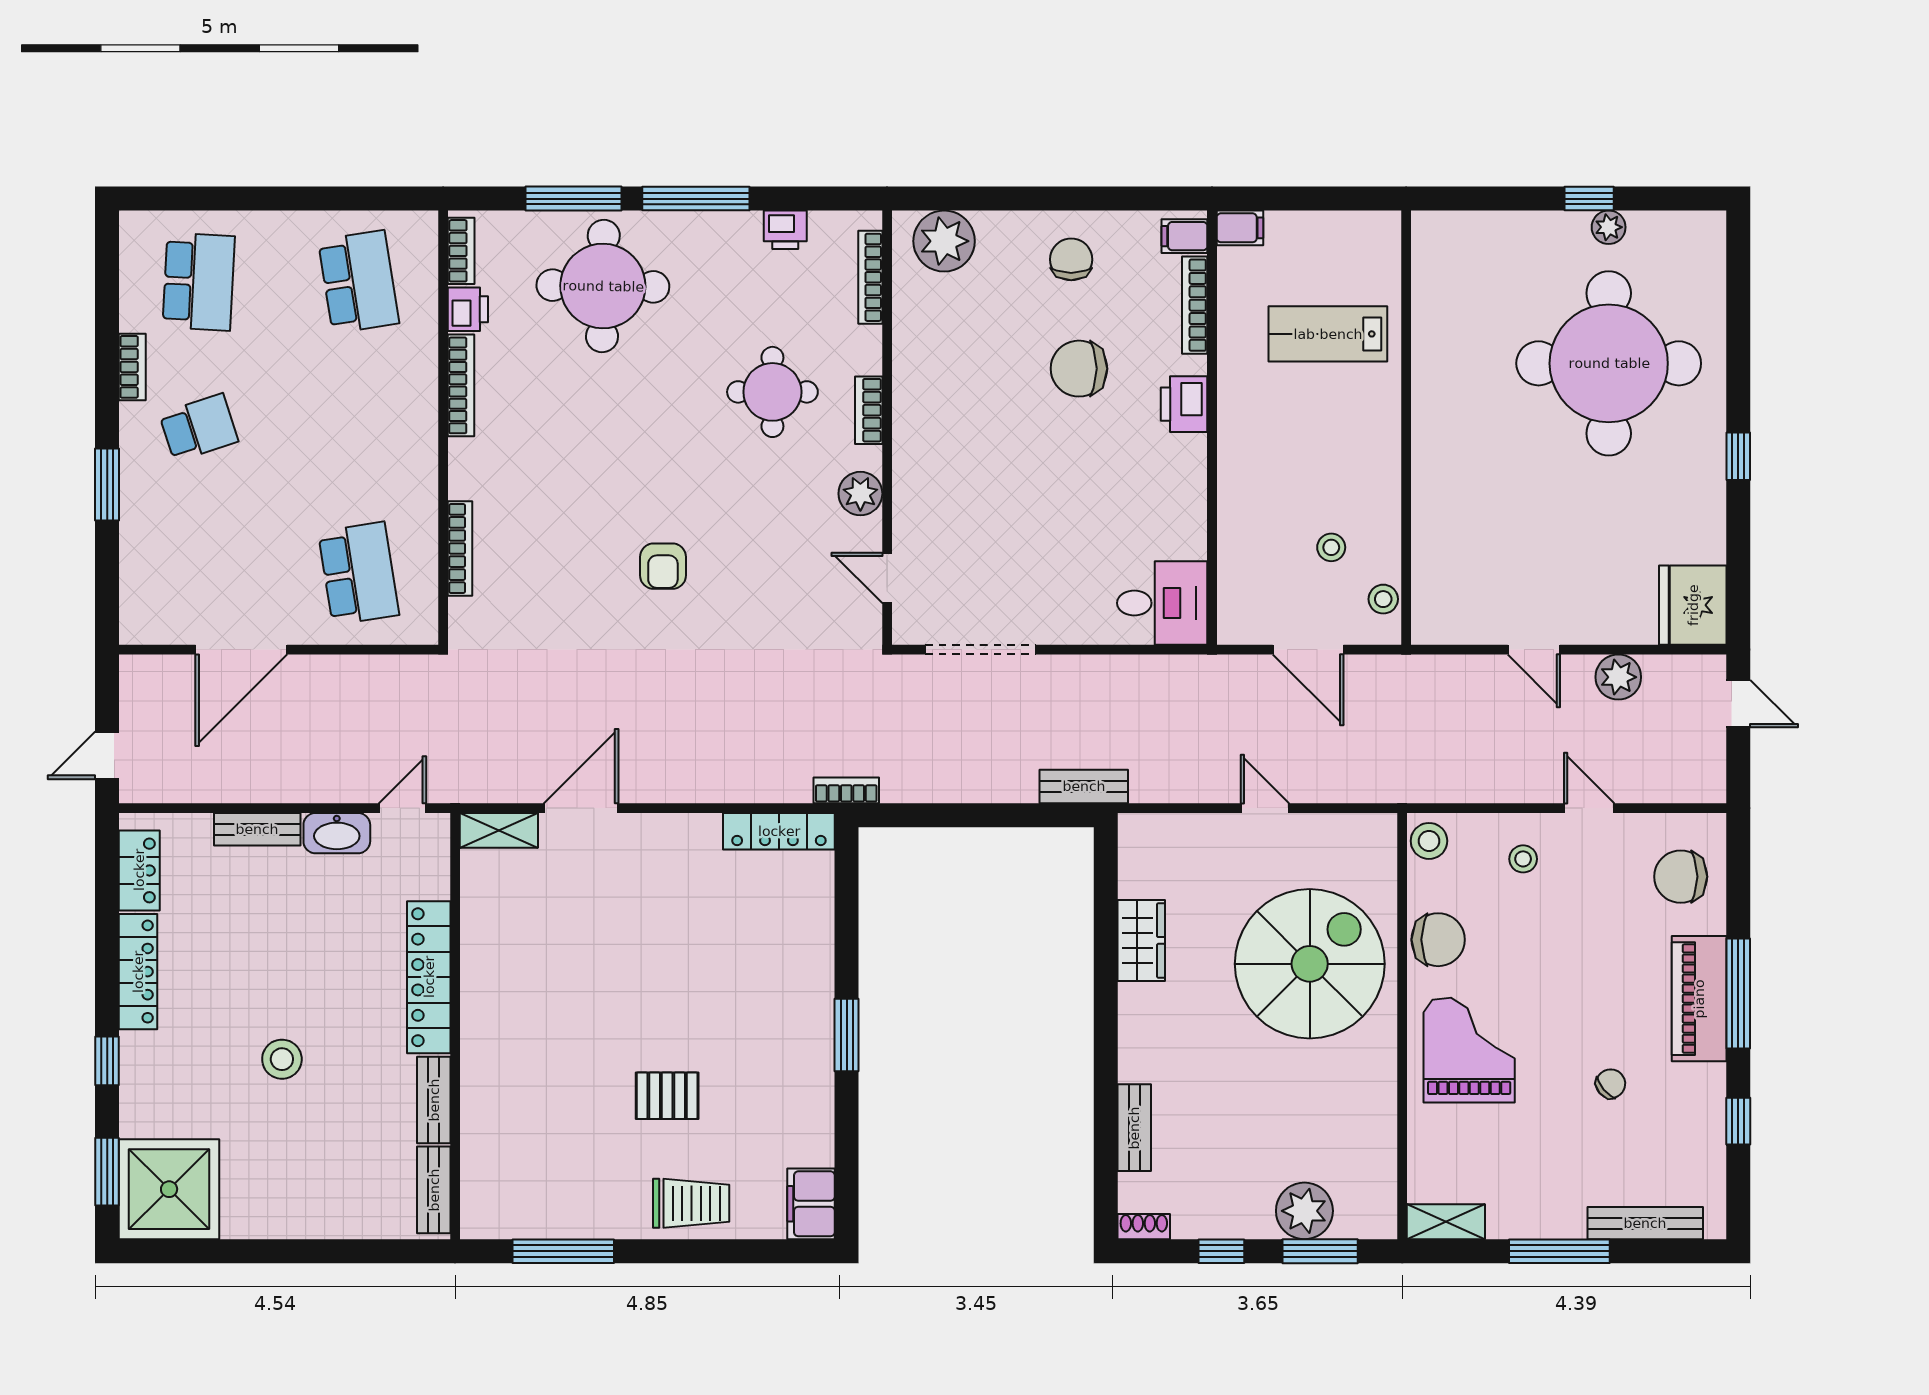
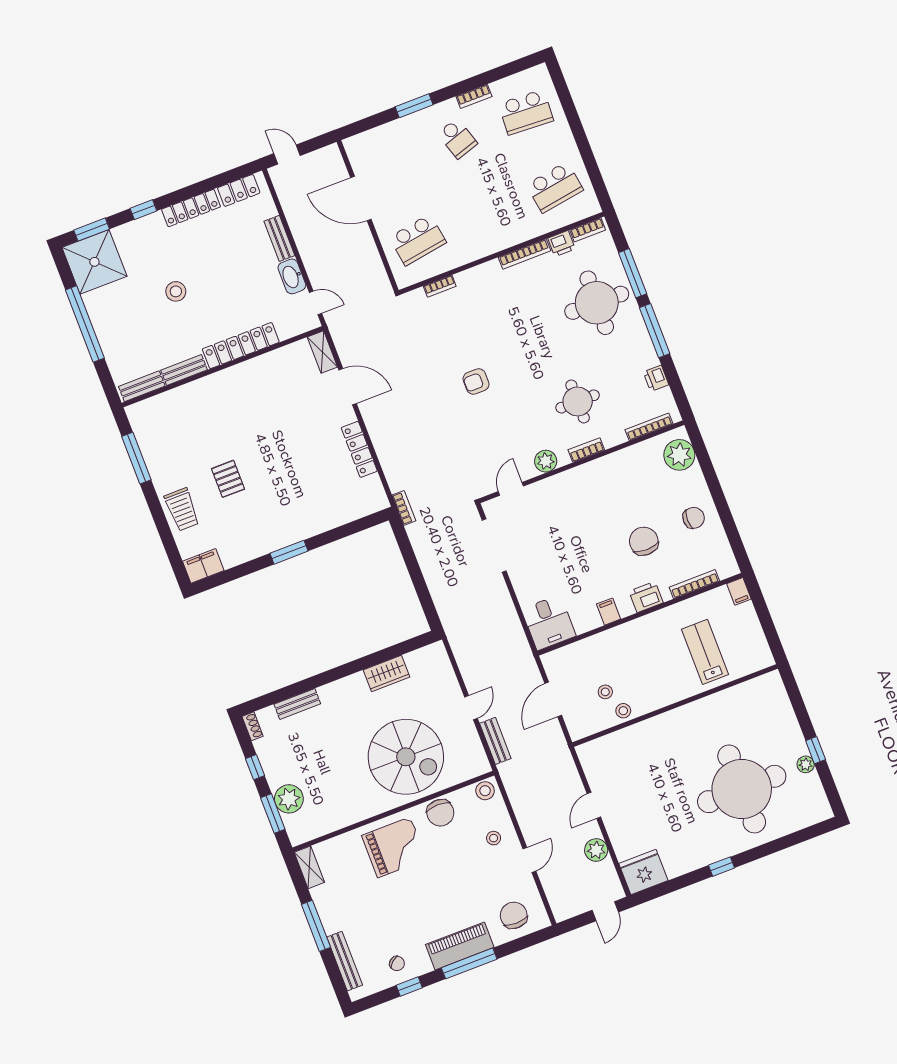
filing cabinet: (1184, 236) -> (609, 612), moved
bookcase: (460, 549) -> (440, 286), width x0.64
stool: (1383, 599) -> (623, 711), moved
bench: (1084, 786) -> (495, 741), moved
locker: (779, 831) -> (359, 449), moved
chair: (1611, 1084) -> (397, 963), moved
window: (278, 1251) -> (85, 324), added

